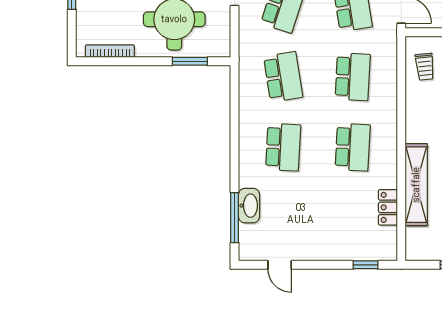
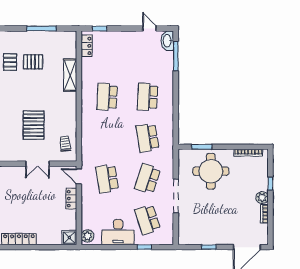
school desk: (353, 77) -> (107, 138), removed
shelving: (416, 185) -> (70, 75), width x0.68
washbasin: (249, 206) -> (167, 41), moved
locker: (388, 207) -> (87, 46), moved

